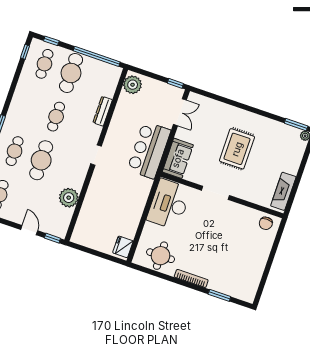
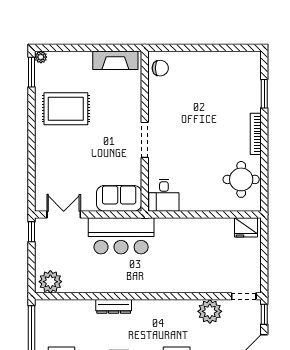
dresser: (103, 111) -> (114, 306), moved
rug: (237, 149) -> (66, 109), moved
doorway: (96, 155) -> (244, 296), moved
desk: (169, 204) -> (164, 195), width x0.53, depth x0.77

